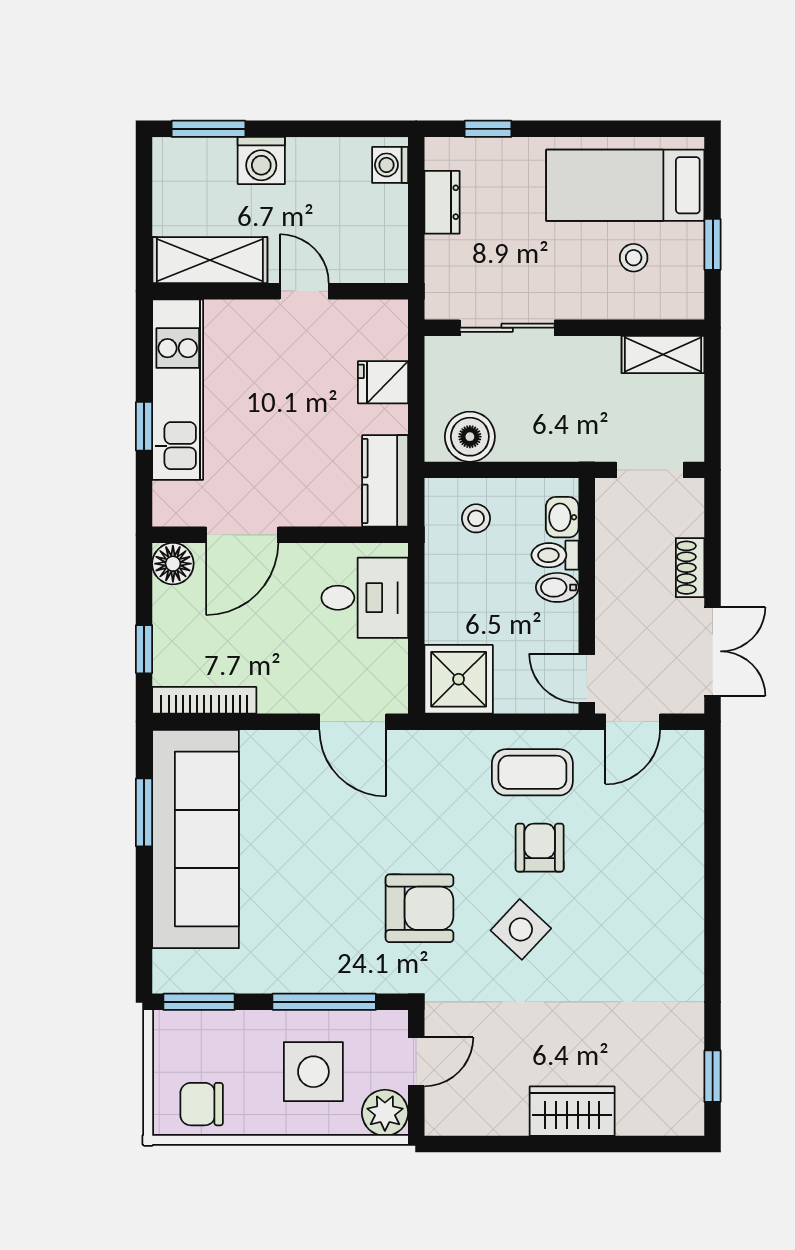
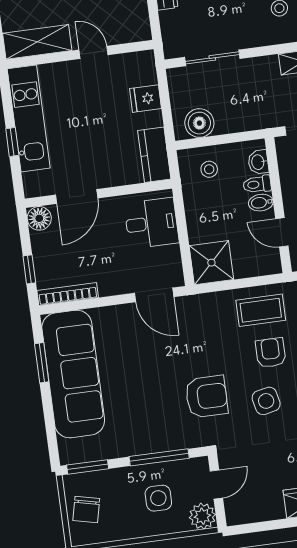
door: (587, 678) -> (282, 232), moved
side table: (521, 929) -> (266, 401), turned 35
side table: (313, 1072) -> (158, 498), width x0.73, depth x0.73
chair: (202, 1104) -> (86, 510), moved, turned -77

